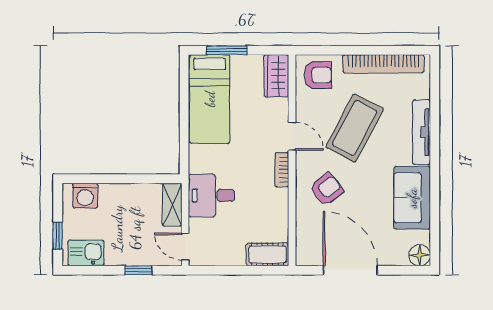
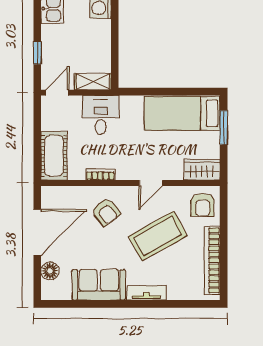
coffee table: (355, 128) -> (158, 236), turned -57
tv unit: (422, 132) -> (146, 293), width x0.71
bookcase: (282, 170) -> (100, 174), moved
cot: (268, 254) -> (54, 156), width x1.37, depth x1.34
floor lamp: (420, 255) -> (50, 271), moved

